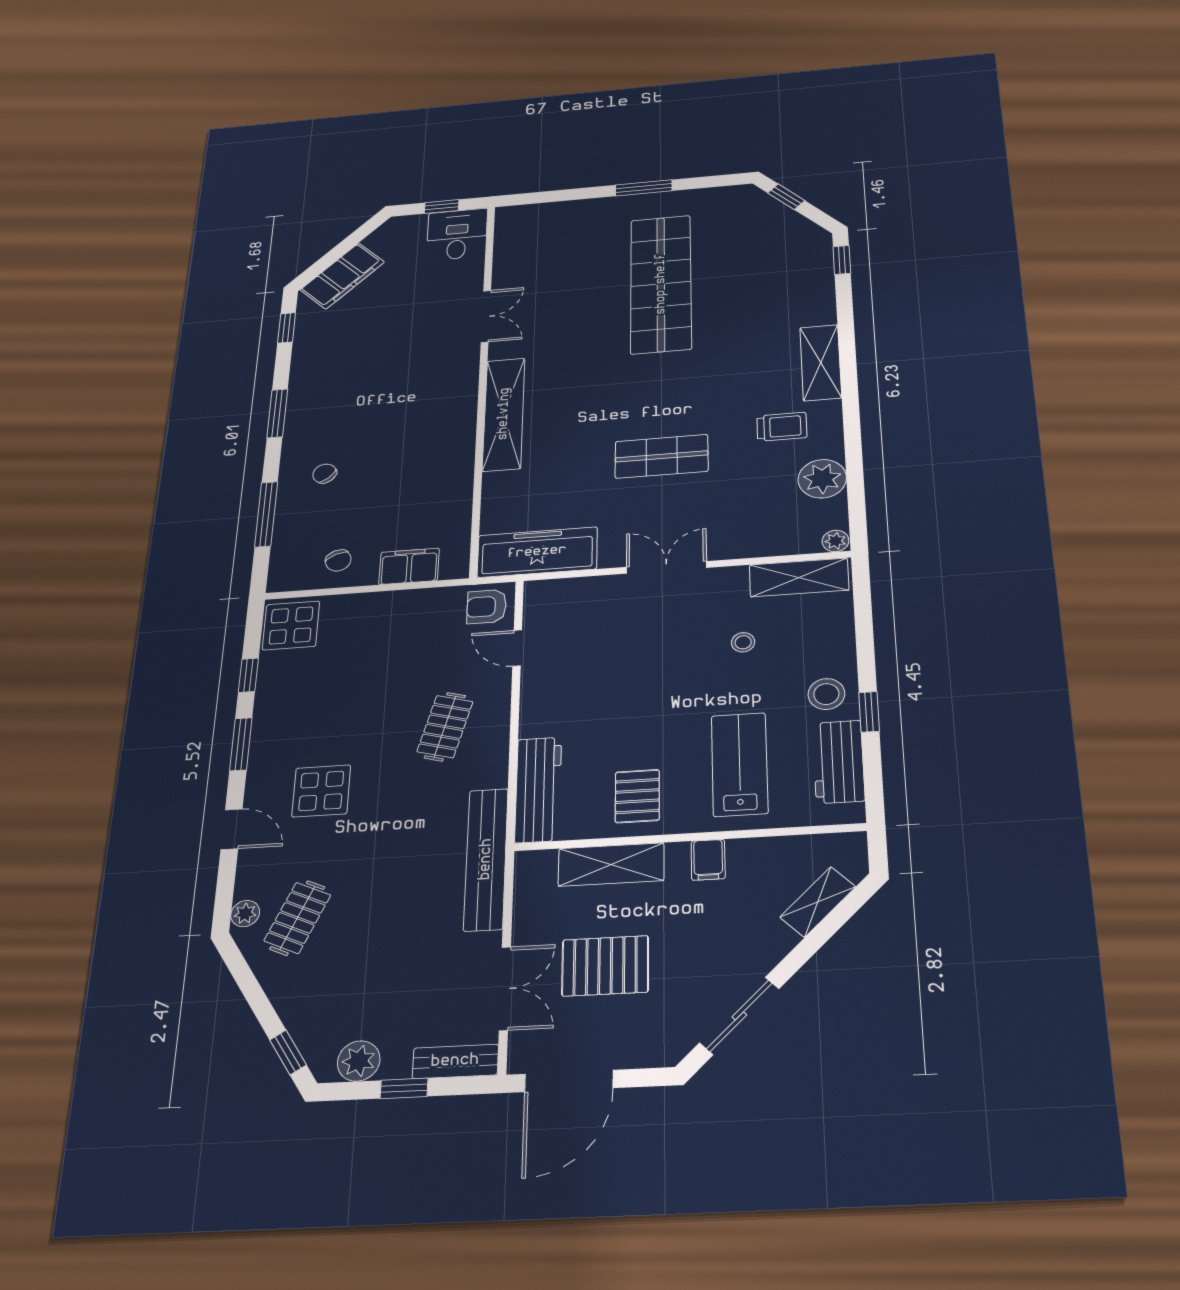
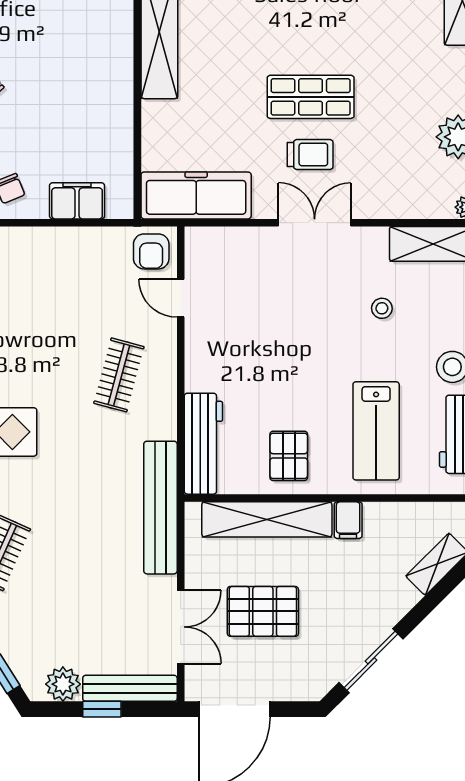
trolley: (782, 427) -> (310, 154), moved
armchair: (487, 607) -> (151, 251), turned -90
lab bench: (739, 764) -> (376, 431), turned 180
shelving: (611, 864) -> (267, 519), width x1.47
bench: (455, 1061) -> (130, 688), width x1.36

